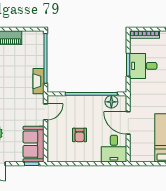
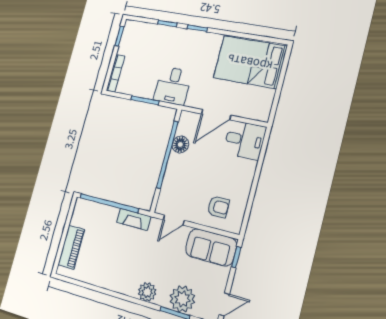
desk: (143, 66) -> (173, 86), moved
floor lamp: (111, 102) -> (180, 145), moved
door: (45, 112) -> (174, 220), swing flipped
armchair: (80, 135) -> (218, 207), moved

